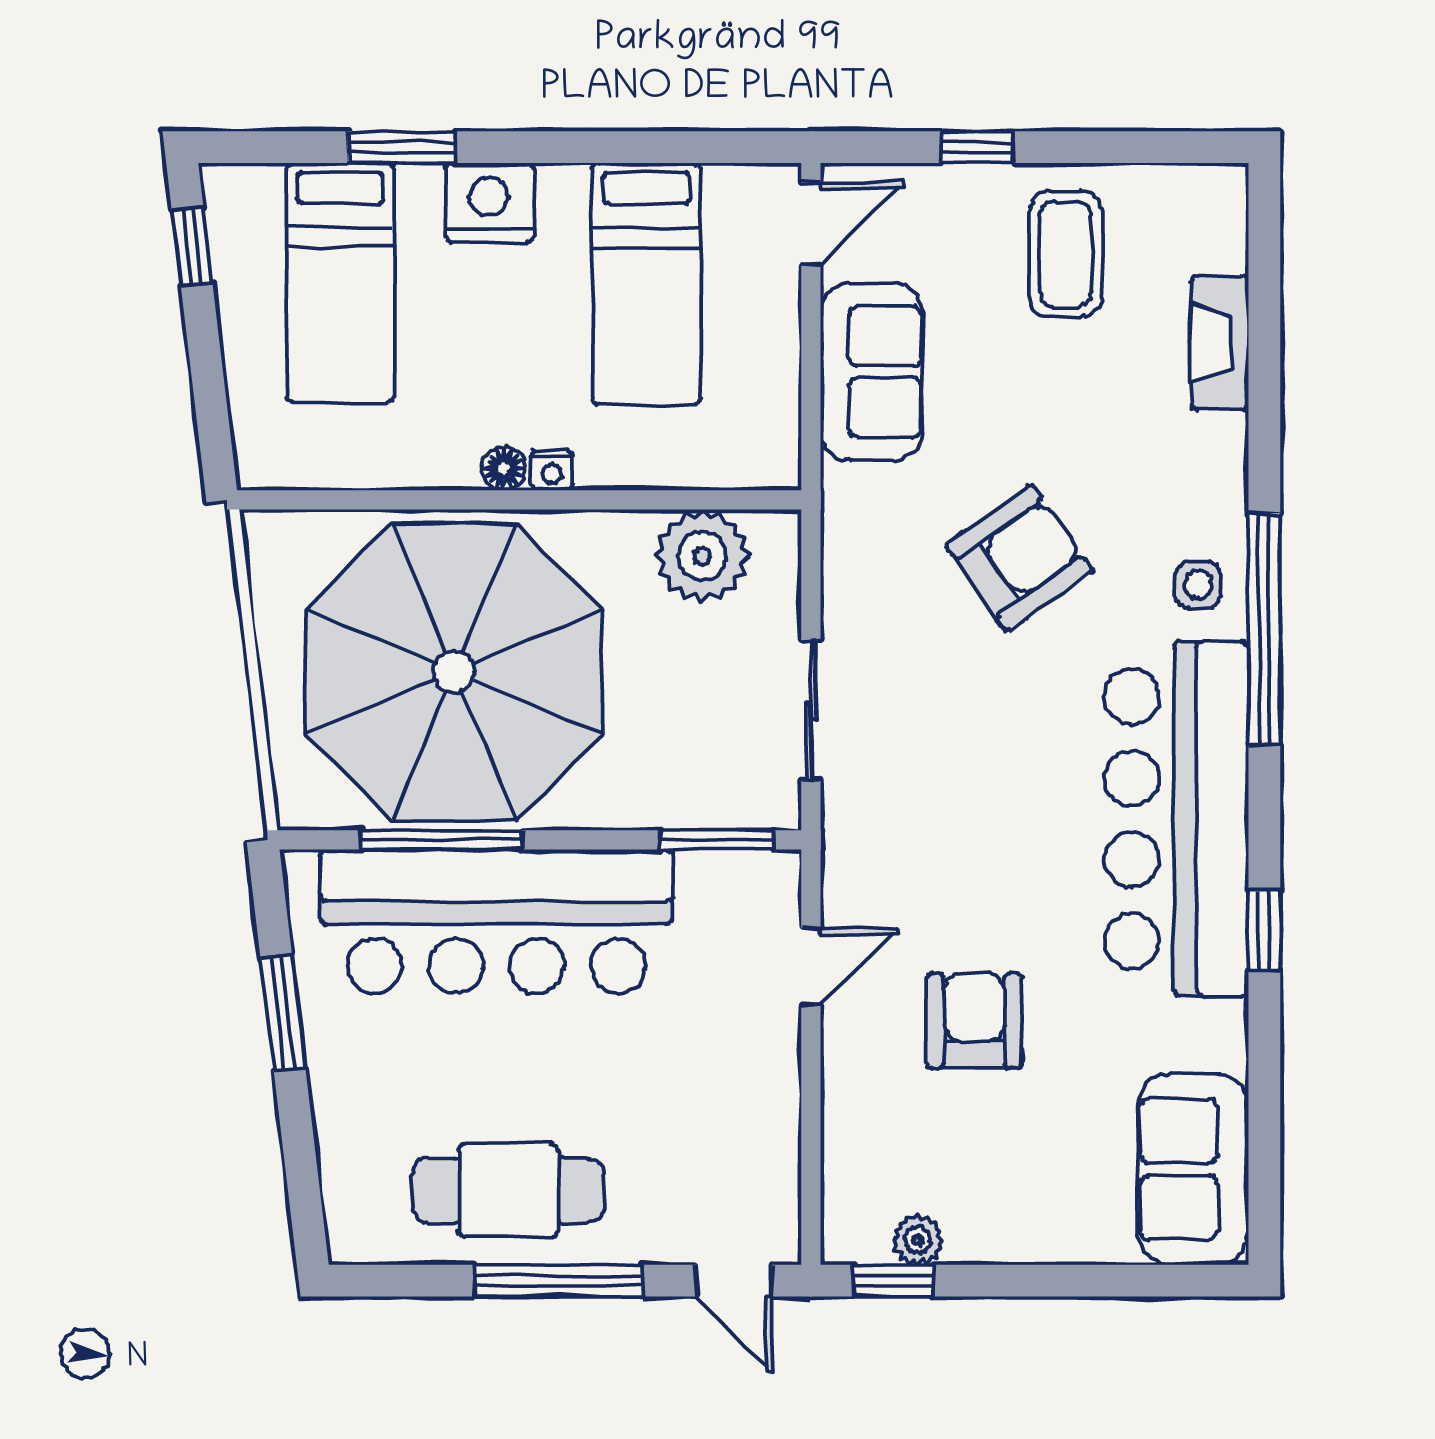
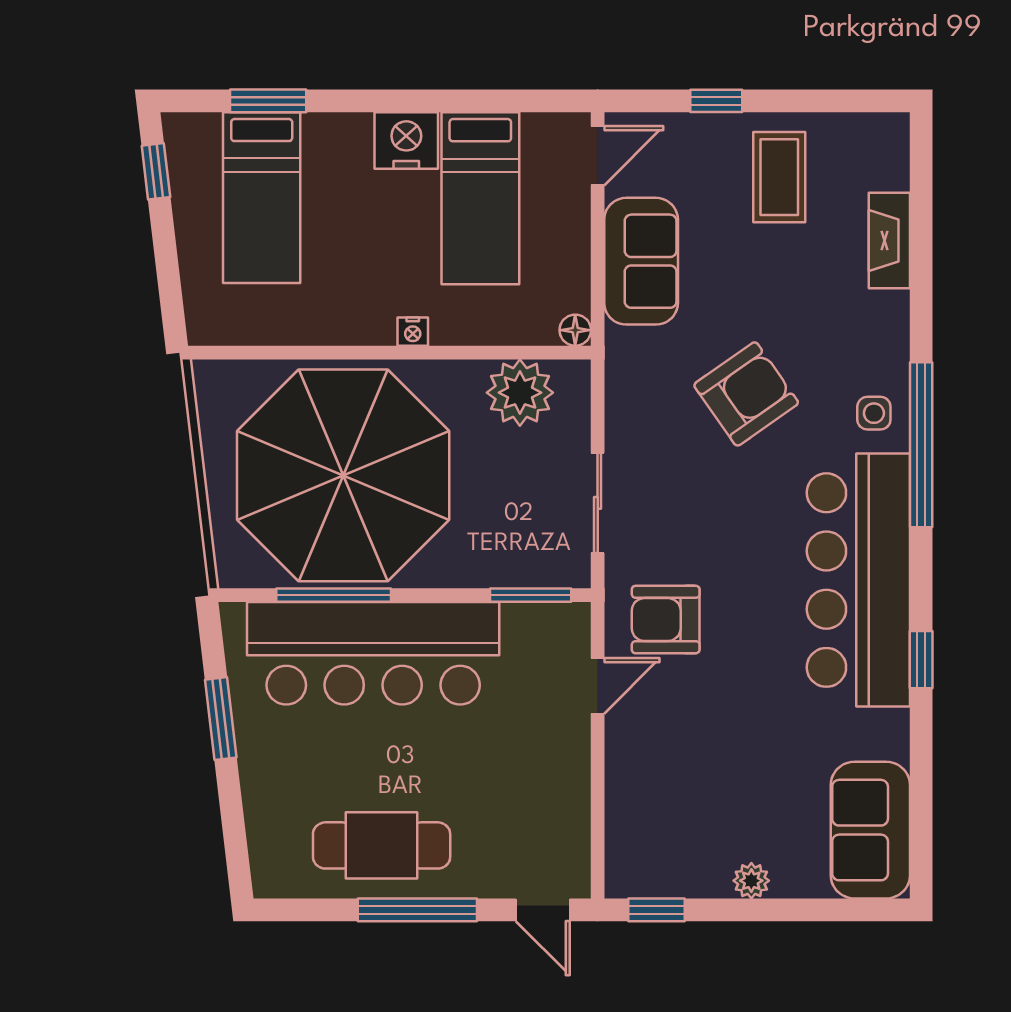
window: (402, 147) -> (268, 101), moved
nightstand: (489, 203) -> (406, 140), moved
floor lamp: (504, 468) -> (575, 330), moved
armchair: (975, 1021) -> (666, 620), moved, turned -90
plant: (918, 1240) -> (751, 881), moved

